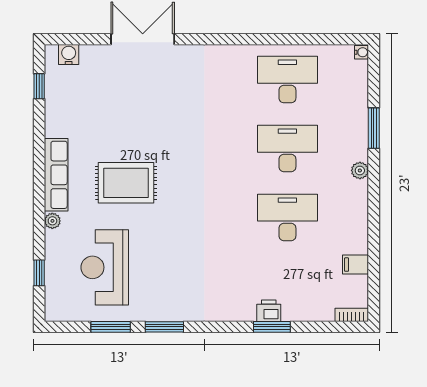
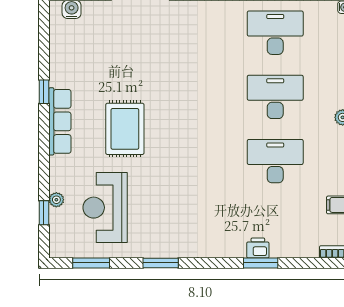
window: (39, 86) -> (44, 92), moved
rug: (126, 183) -> (125, 129), turned 90
plant: (52, 221) -> (56, 200), moved
window: (111, 327) -> (91, 263), moved

